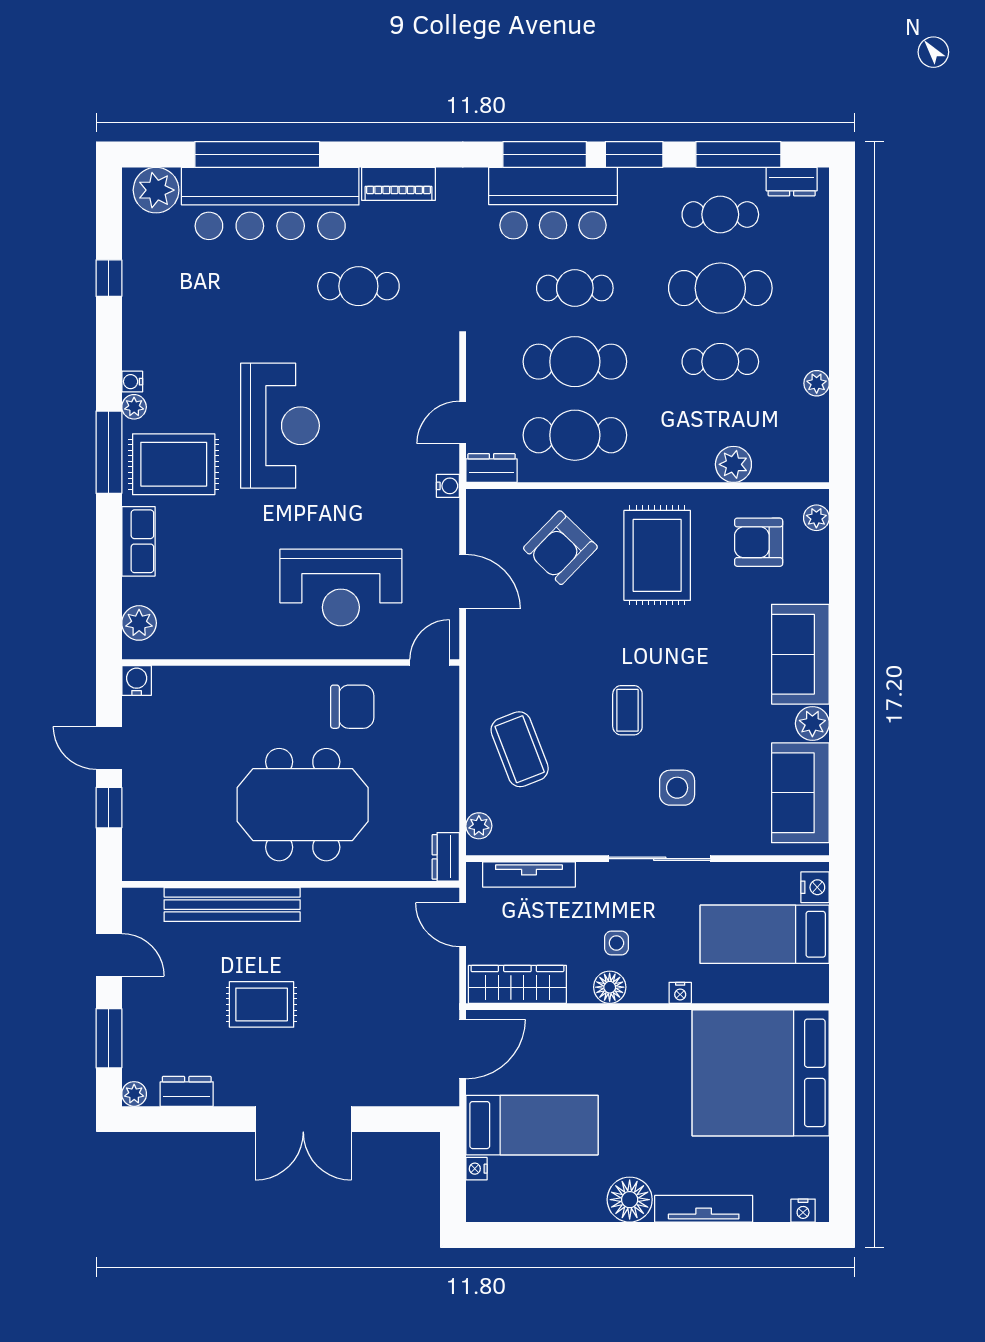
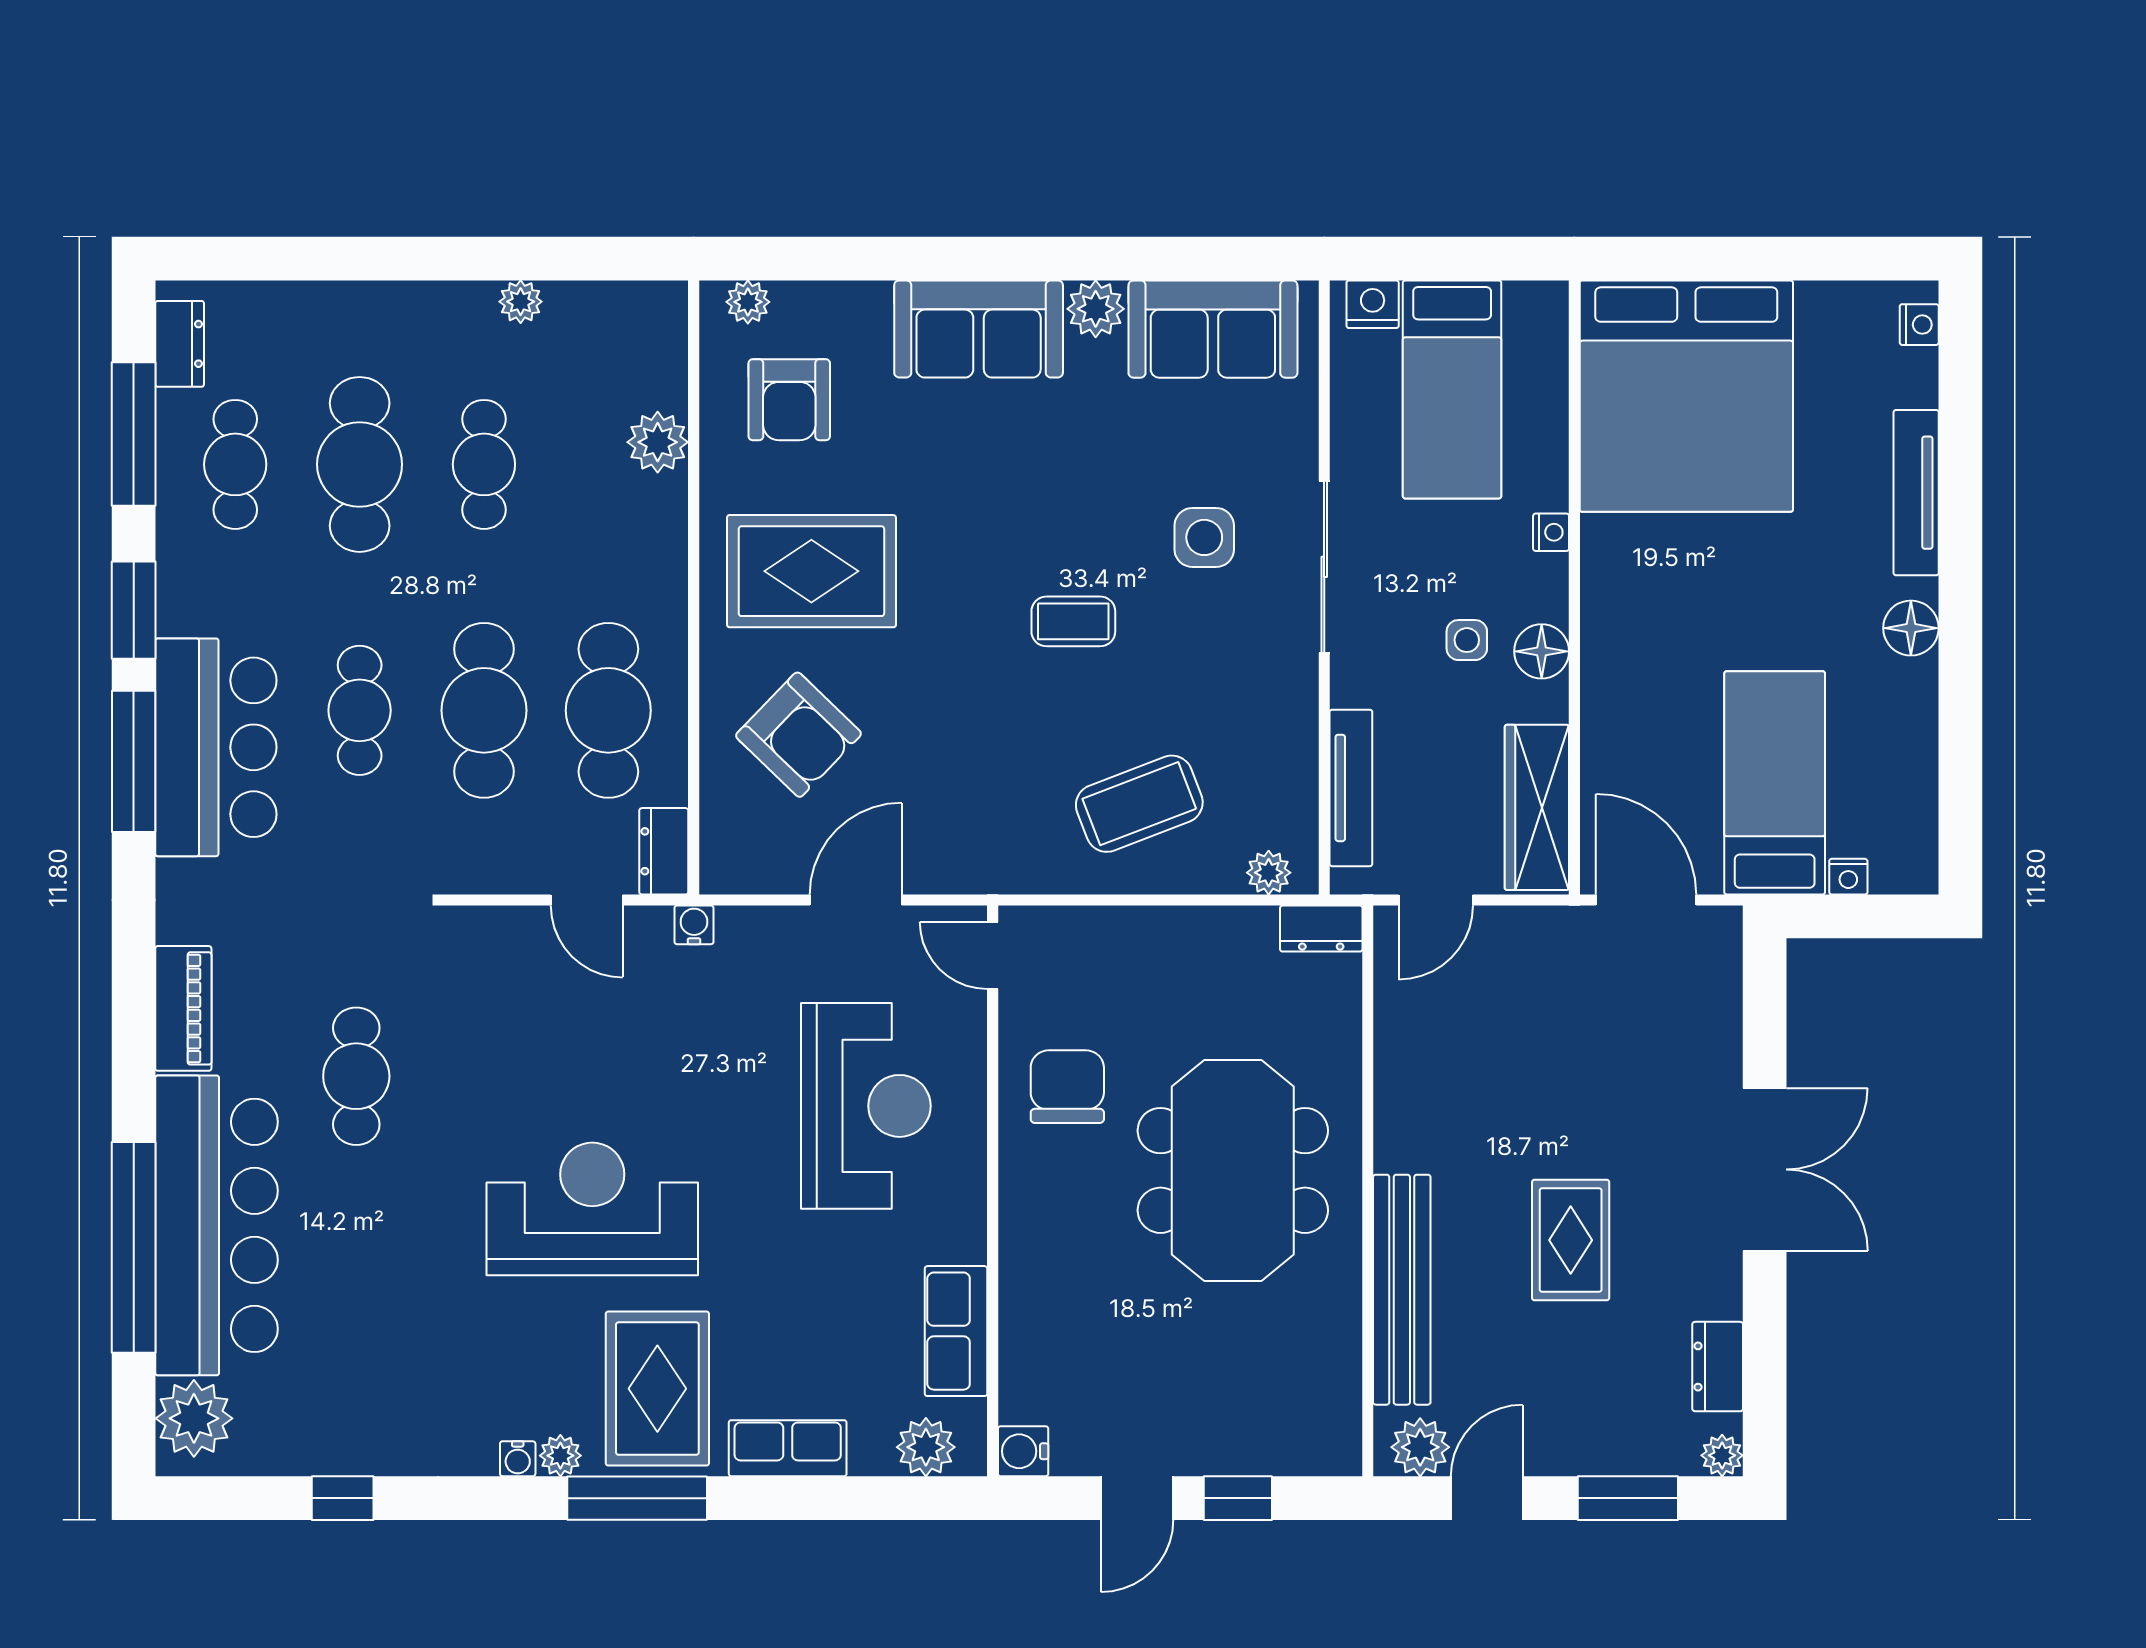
row of seats: (208, 641) -> (956, 1331), added
plant: (139, 915) -> (1420, 1447), added
floor lamp: (630, 1200) -> (1911, 628), width x0.73, depth x0.73

